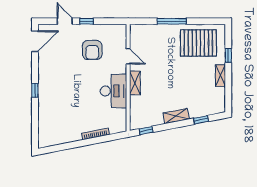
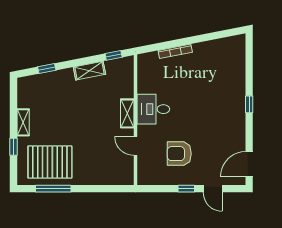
window: (172, 21) -> (53, 189), moved
armchair: (92, 50) -> (179, 154), turned -90
desk: (113, 91) -> (153, 109), width x0.73
shelving: (176, 116) -> (89, 71), moved

